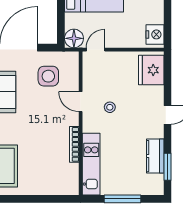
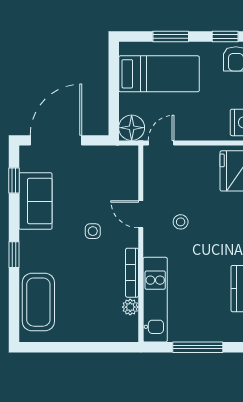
side table: (48, 76) -> (93, 231), moved, width x0.54, depth x0.54
plant: (73, 170) -> (130, 307), added

